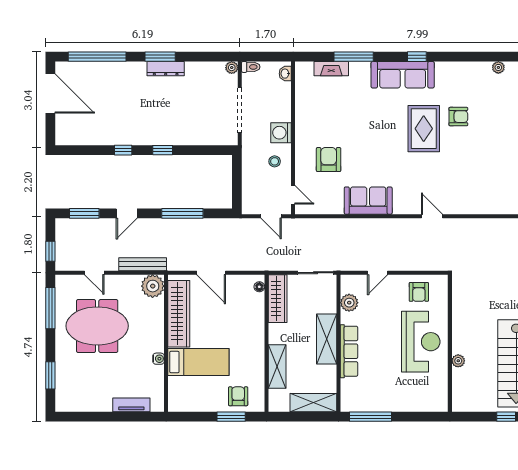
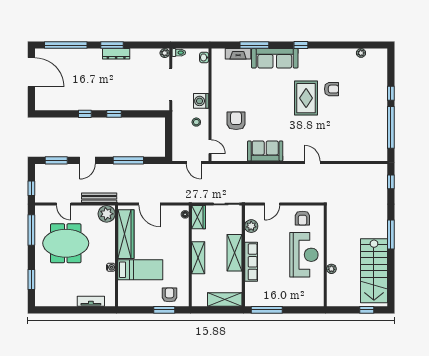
sofa: (403, 75) -> (275, 58), moved
wardrobe: (278, 299) -> (199, 217), width x0.67
shelving: (277, 367) -> (198, 258), moved

